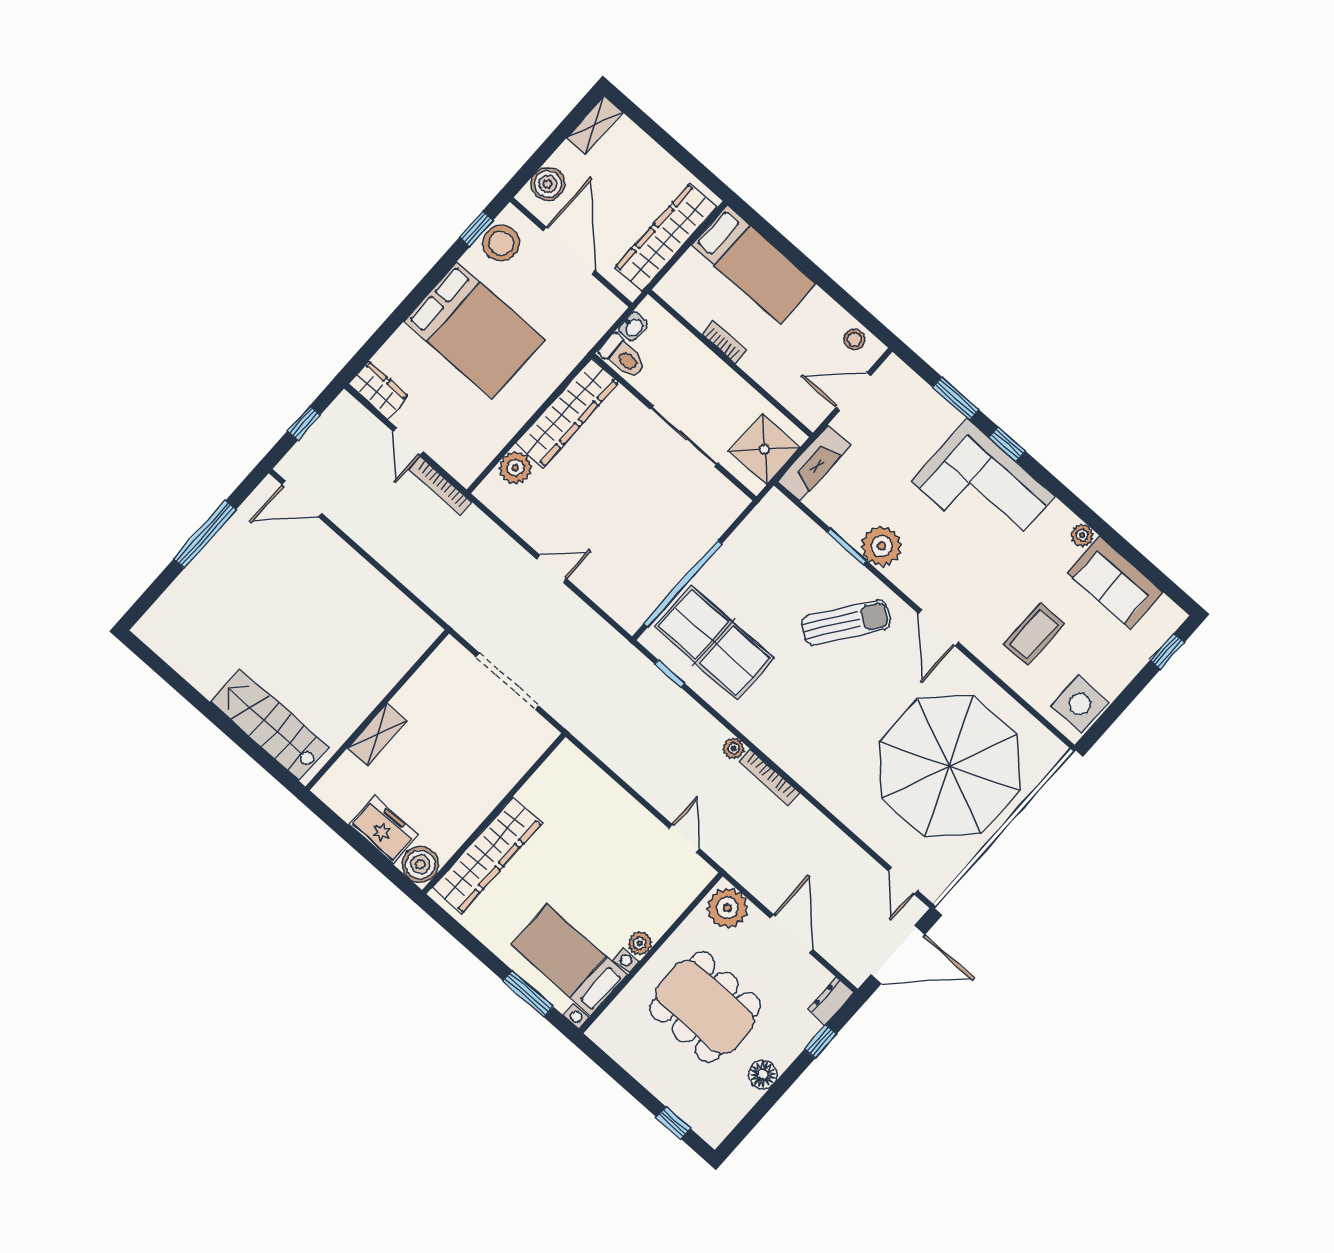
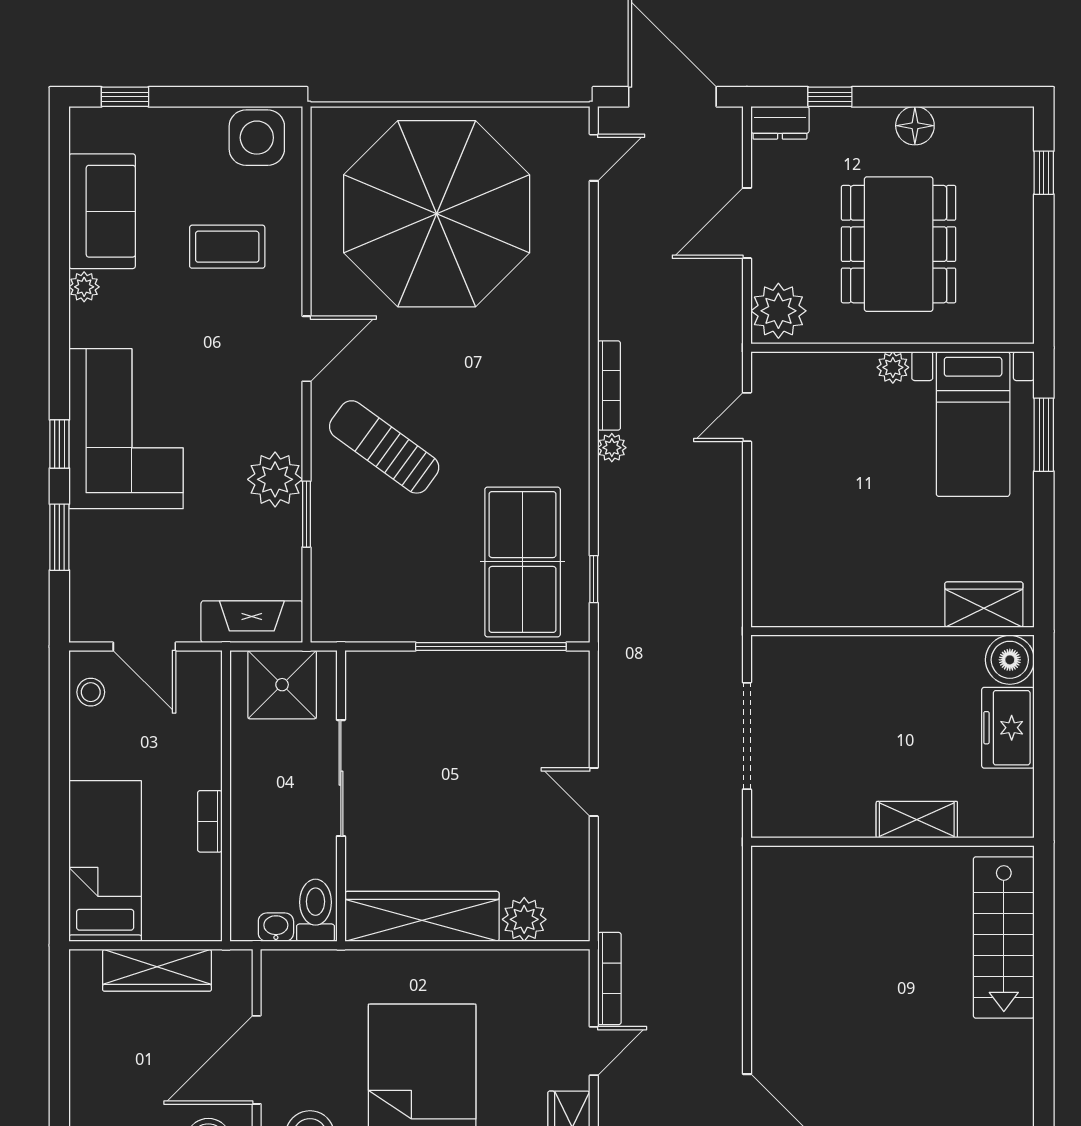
wardrobe: (666, 238) -> (157, 970), width x0.71, depth x0.85
wardrobe: (487, 855) -> (984, 605), width x0.48, depth x0.85

